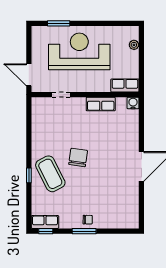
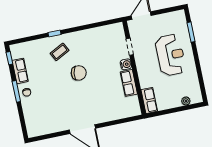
reception desk: (79, 51) -> (170, 55), width x0.74, depth x0.77
water cooler: (133, 103) -> (126, 64), moved
coffee table: (50, 174) -> (60, 52), width x0.54, depth x0.58
row of seats: (45, 222) -> (20, 71), moved

